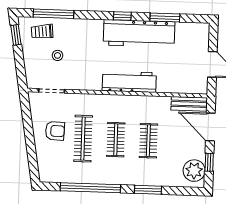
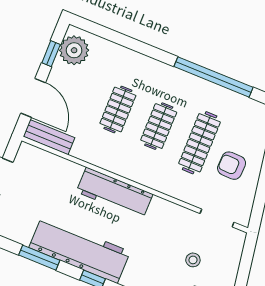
window: (148, 190) -> (141, 48), removed

